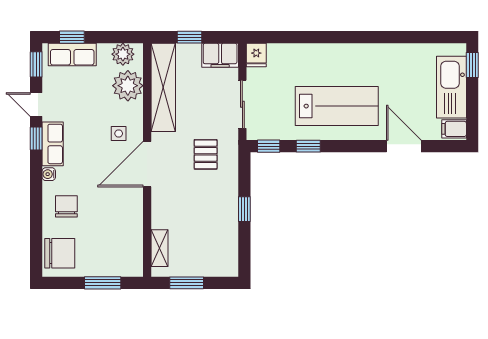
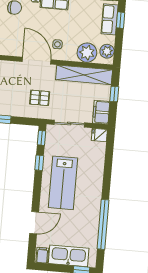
window: (397, 37) -> (103, 224), added

